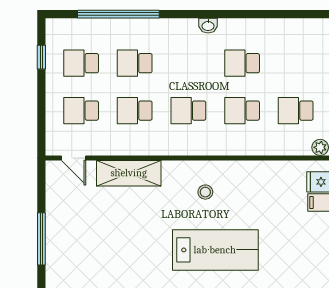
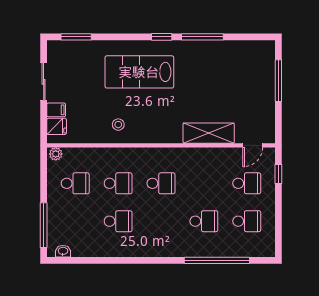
washbasin: (208, 26) -> (63, 251), moved
window: (41, 57) -> (278, 174), moved
school desk: (135, 111) -> (204, 183), removed
door: (74, 158) -> (253, 145), swing flipped
stool: (205, 192) -> (118, 125), moved

